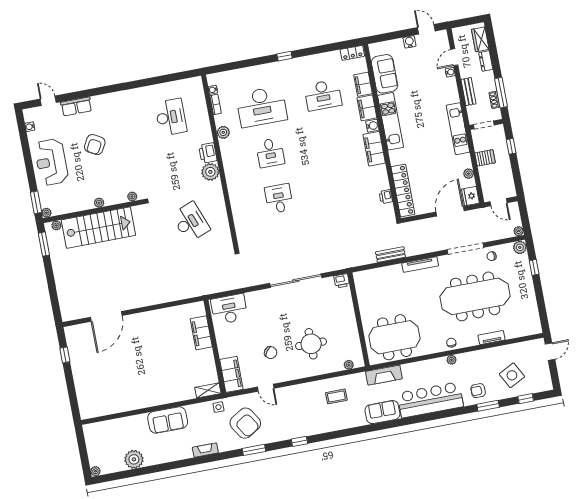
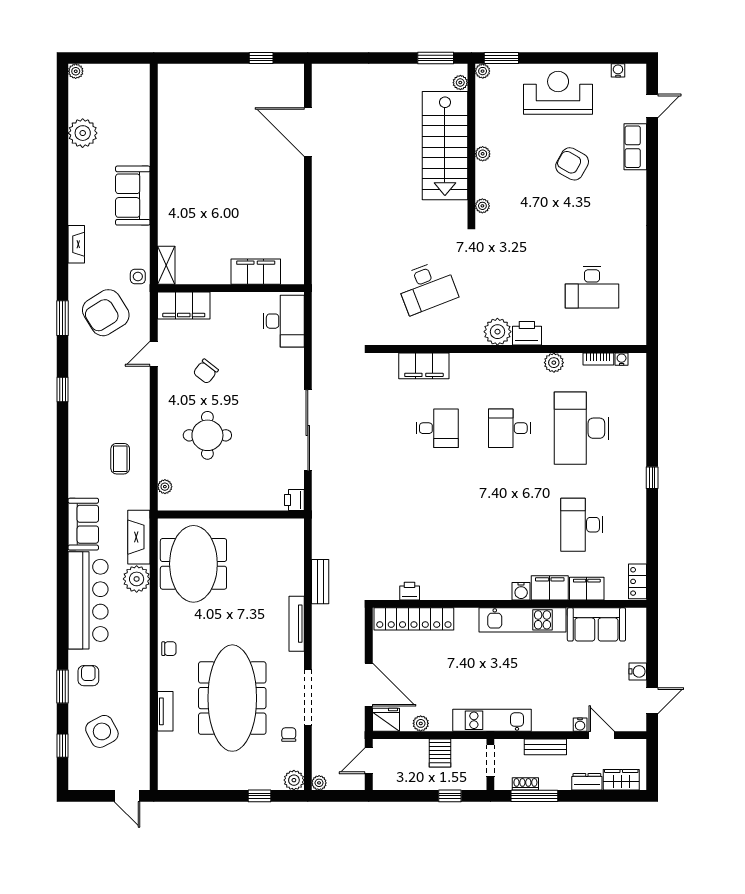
filing cabinet: (374, 149) -> (424, 366), moved, turned 180
plant: (452, 360) -> (137, 579), moved, width x1.87, depth x1.87

